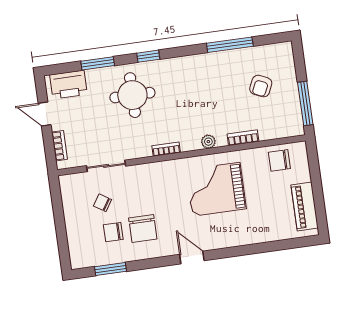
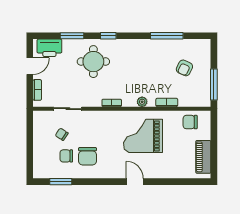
door: (45, 114) -> (30, 66), swing flipped
door: (192, 258) -> (135, 182), moved

